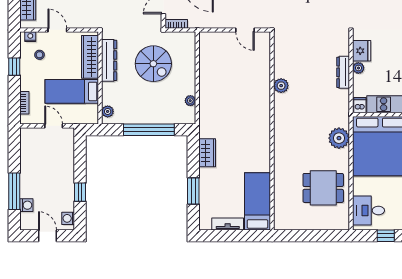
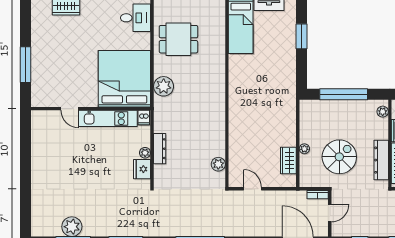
spiral stairs: (153, 64) -> (339, 157), turned 90
plant: (281, 86) -> (218, 164), moved
plant: (190, 101) -> (304, 149), moved
wardrobe: (207, 153) -> (288, 161), moved

